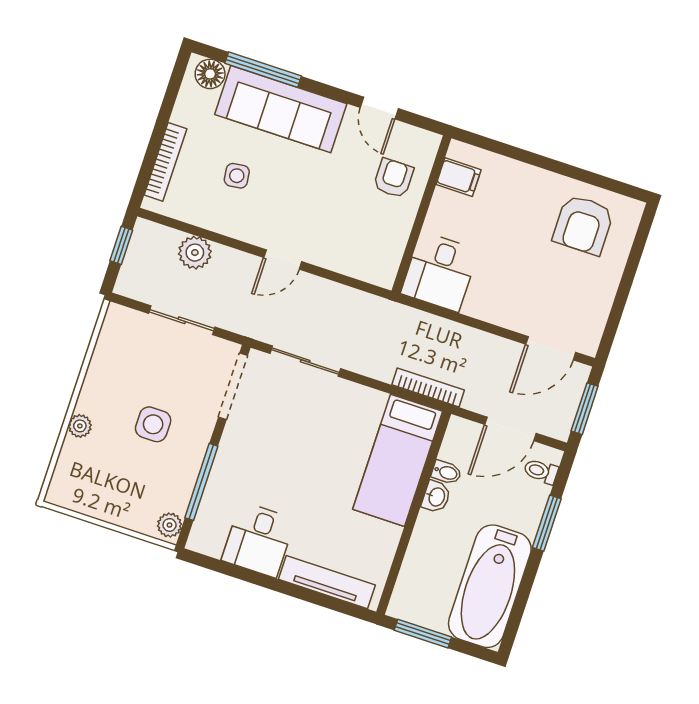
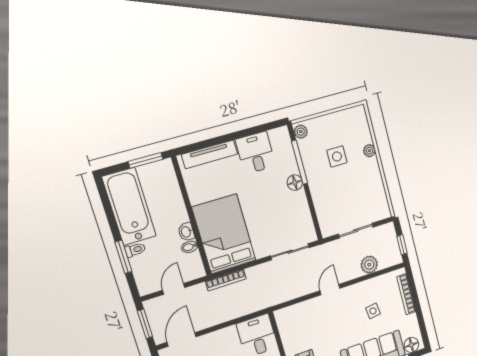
doorway: (233, 386) -> (314, 217), removed
side table: (153, 424) -> (337, 156), moved
door: (510, 429) -> (174, 289), width x0.73
floor lamp: (229, 457) -> (295, 183), added
bed: (398, 460) -> (224, 234), width x1.50
toilet: (541, 471) -> (135, 250), moved

